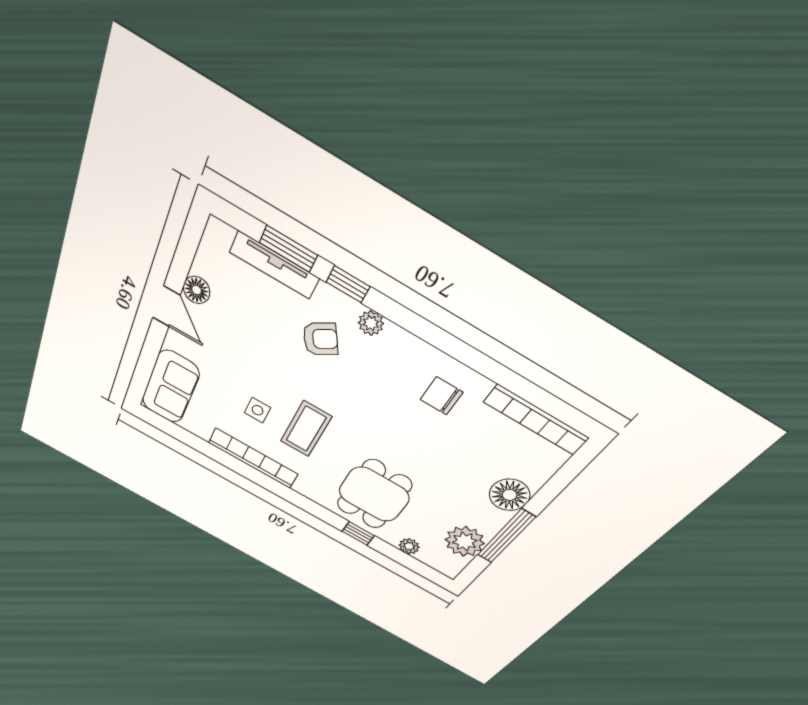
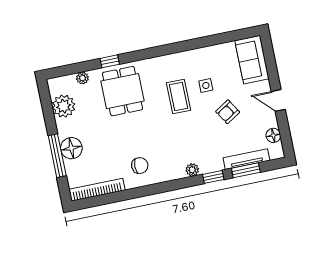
floor lamp: (197, 290) -> (273, 135), moved
armchair: (320, 339) -> (228, 112), moved
bookcase: (253, 458) -> (189, 56), removed
window: (506, 536) -> (57, 156), moved

